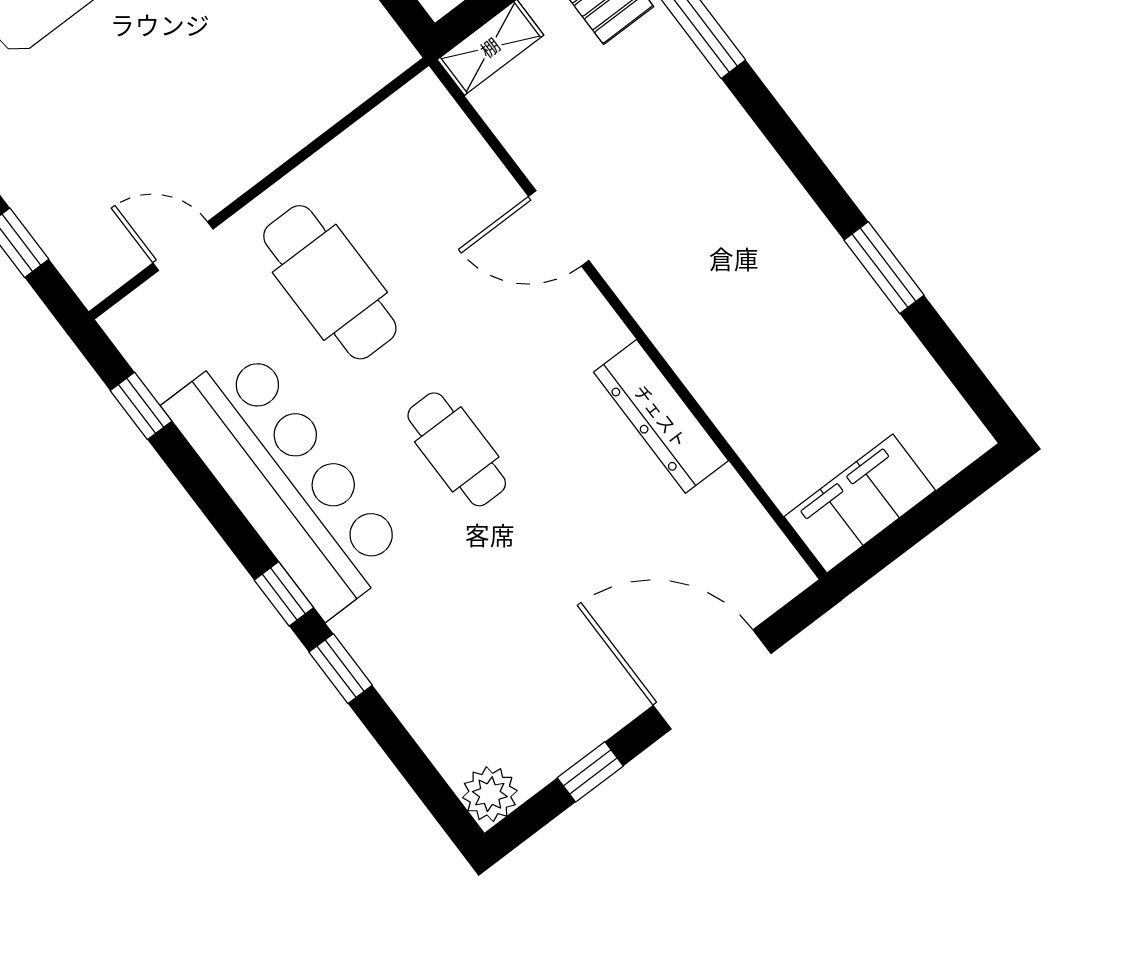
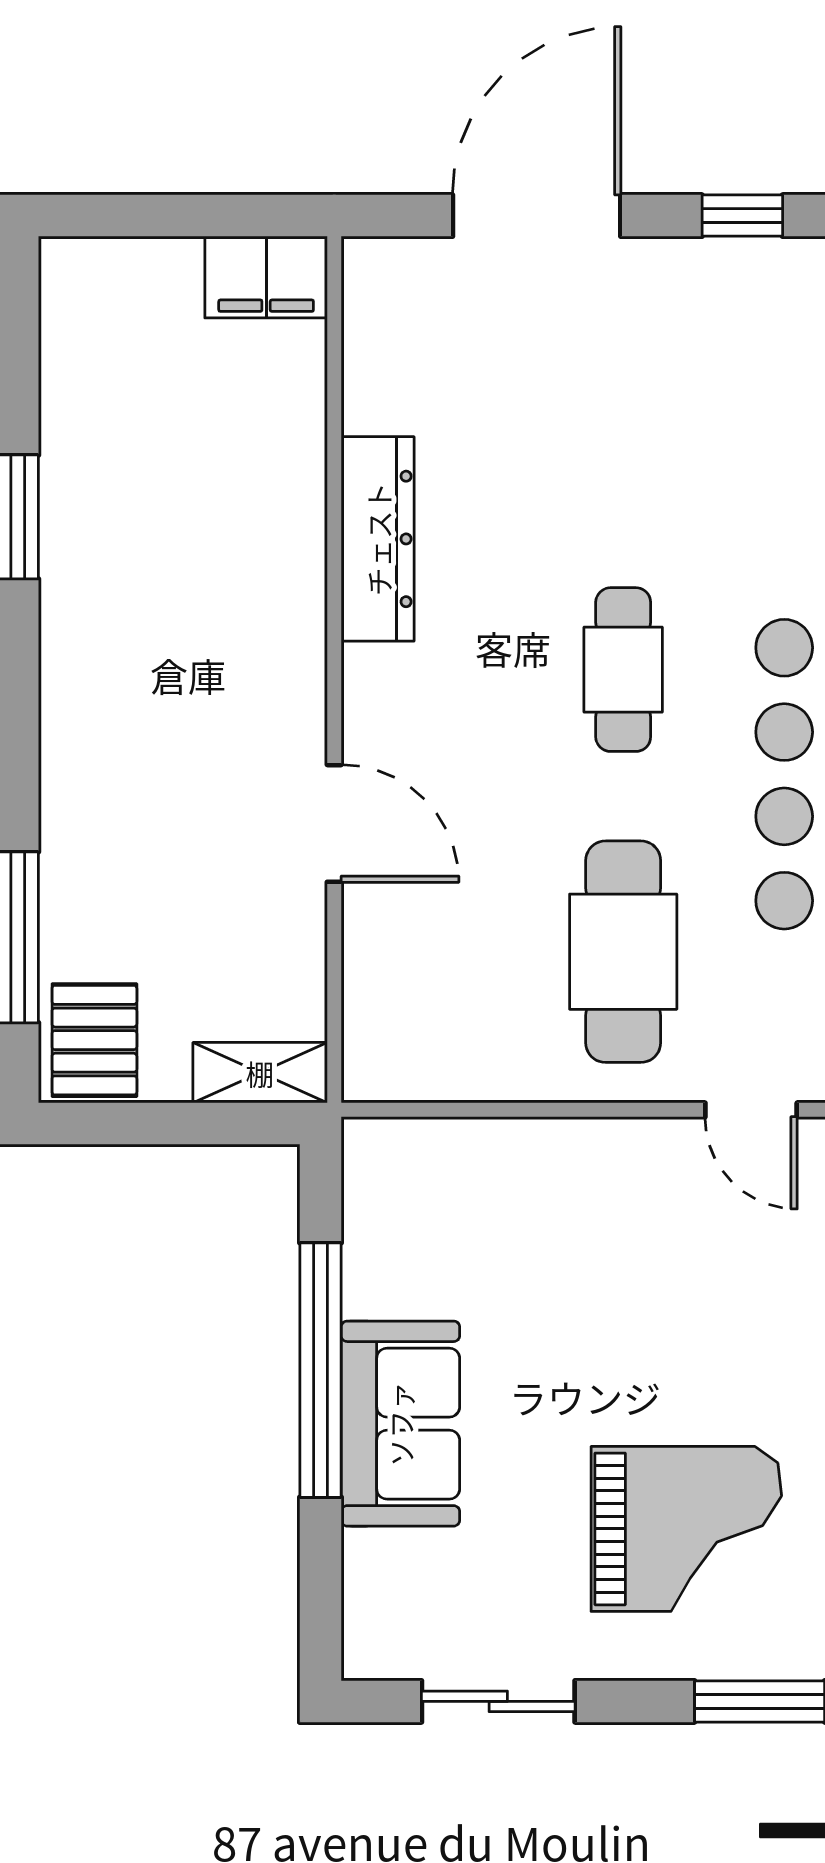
filing cabinet: (860, 504) -> (266, 277), width x0.67, depth x0.86
door: (712, 679) -> (537, 216), swing flipped

